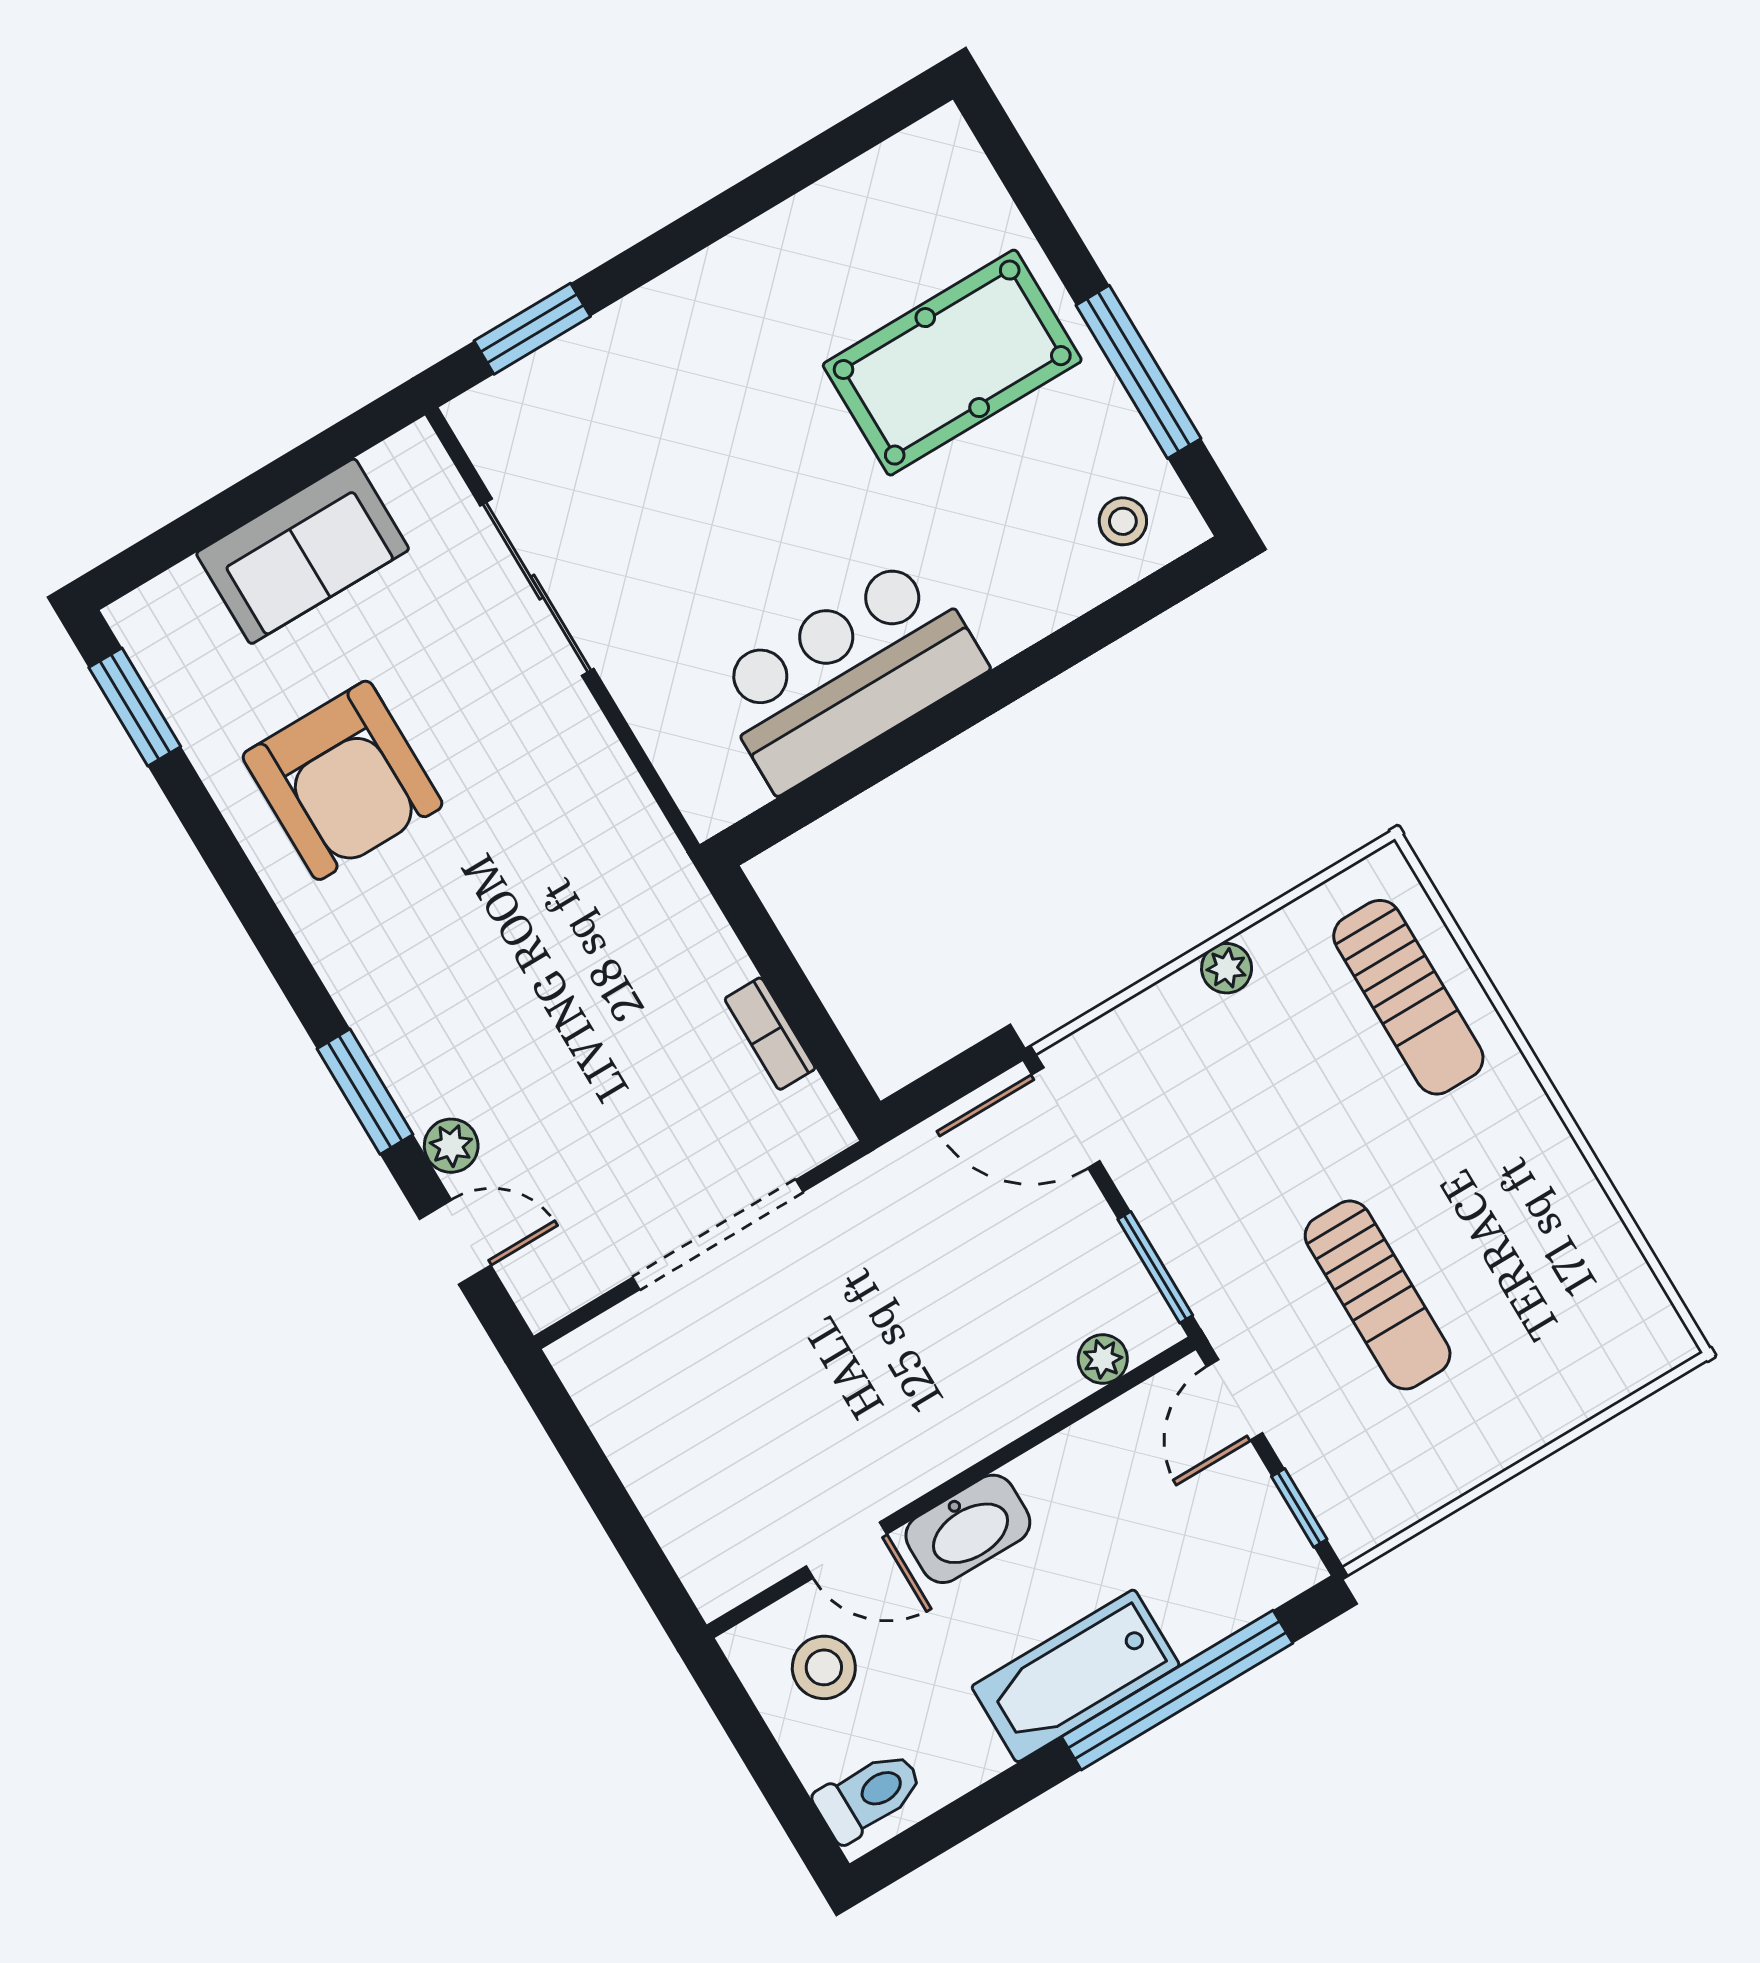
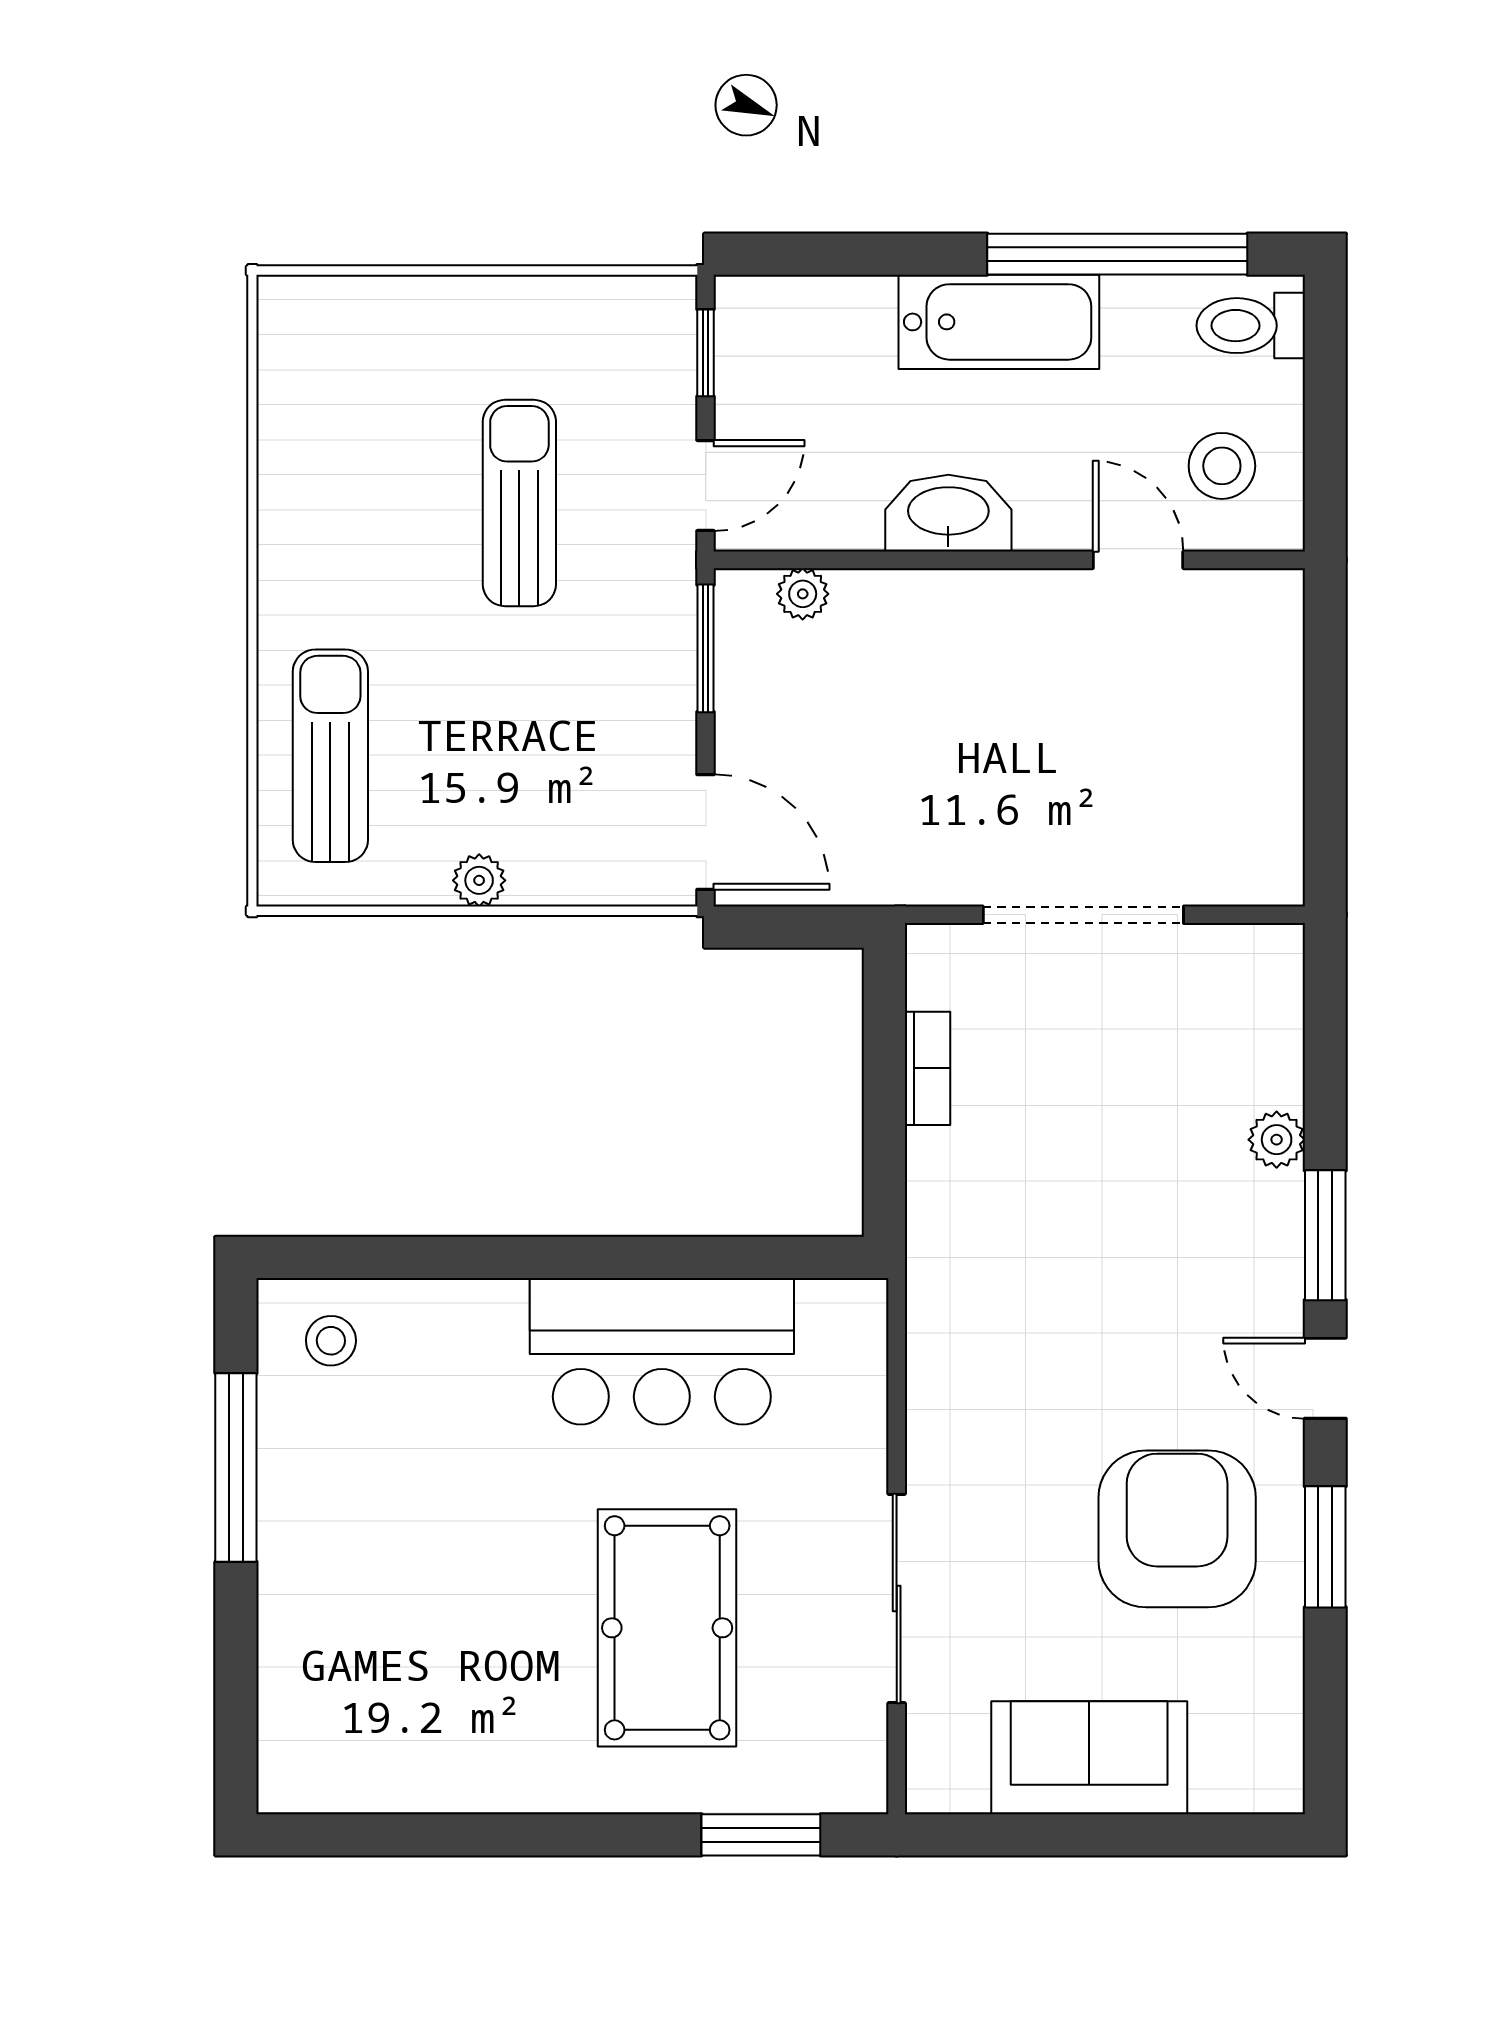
pool table: (952, 363) -> (667, 1628), moved, turned 90
window: (135, 707) -> (1325, 1547), moved
door: (455, 1242) -> (1325, 1378), moved
washbasin: (968, 1529) -> (948, 513), moved
window: (1177, 1690) -> (1117, 254), moved

